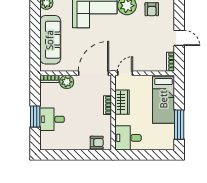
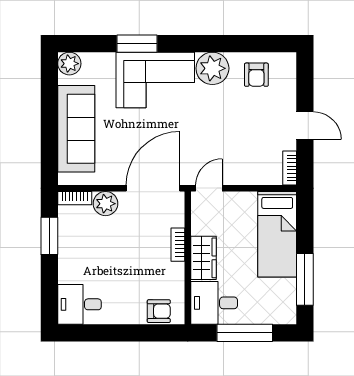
wardrobe: (122, 102) -> (204, 258), moved
window: (35, 116) -> (49, 236), moved
desk: (52, 119) -> (80, 304), moved
window: (145, 155) -> (245, 333), added

